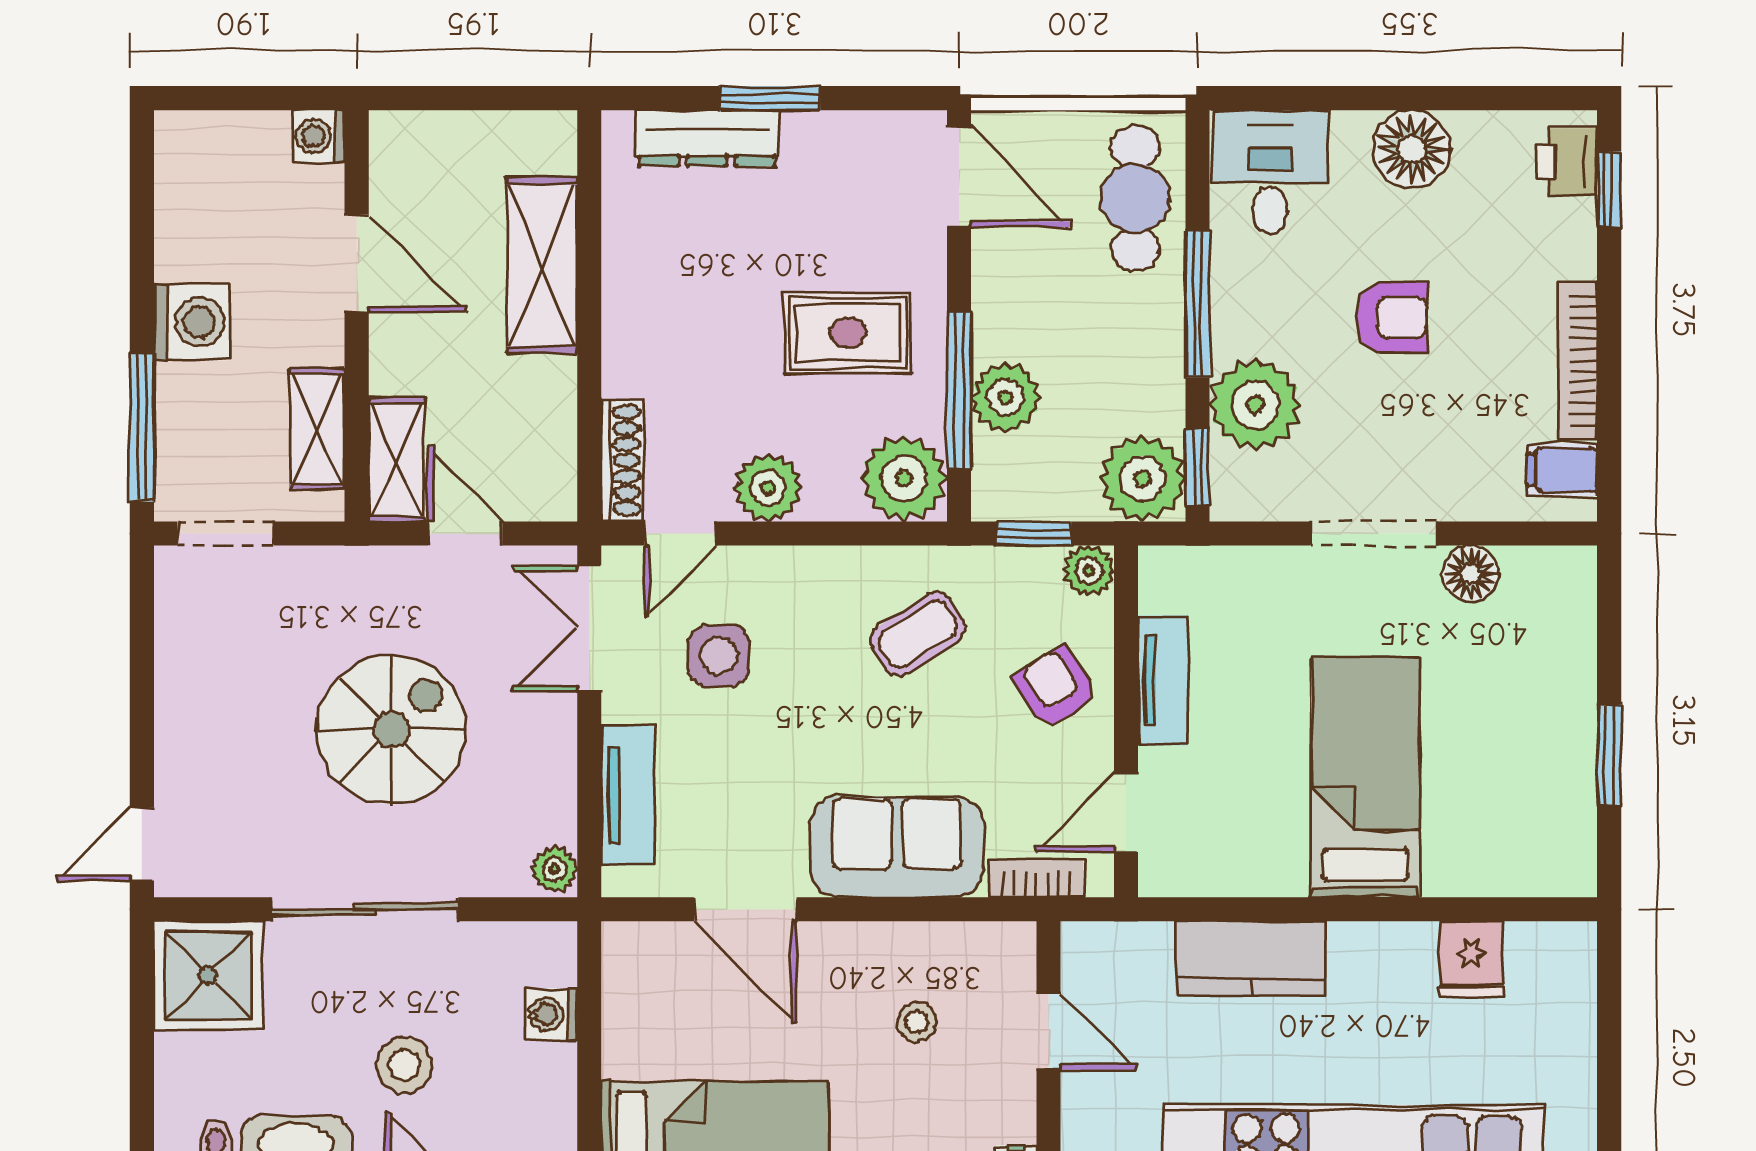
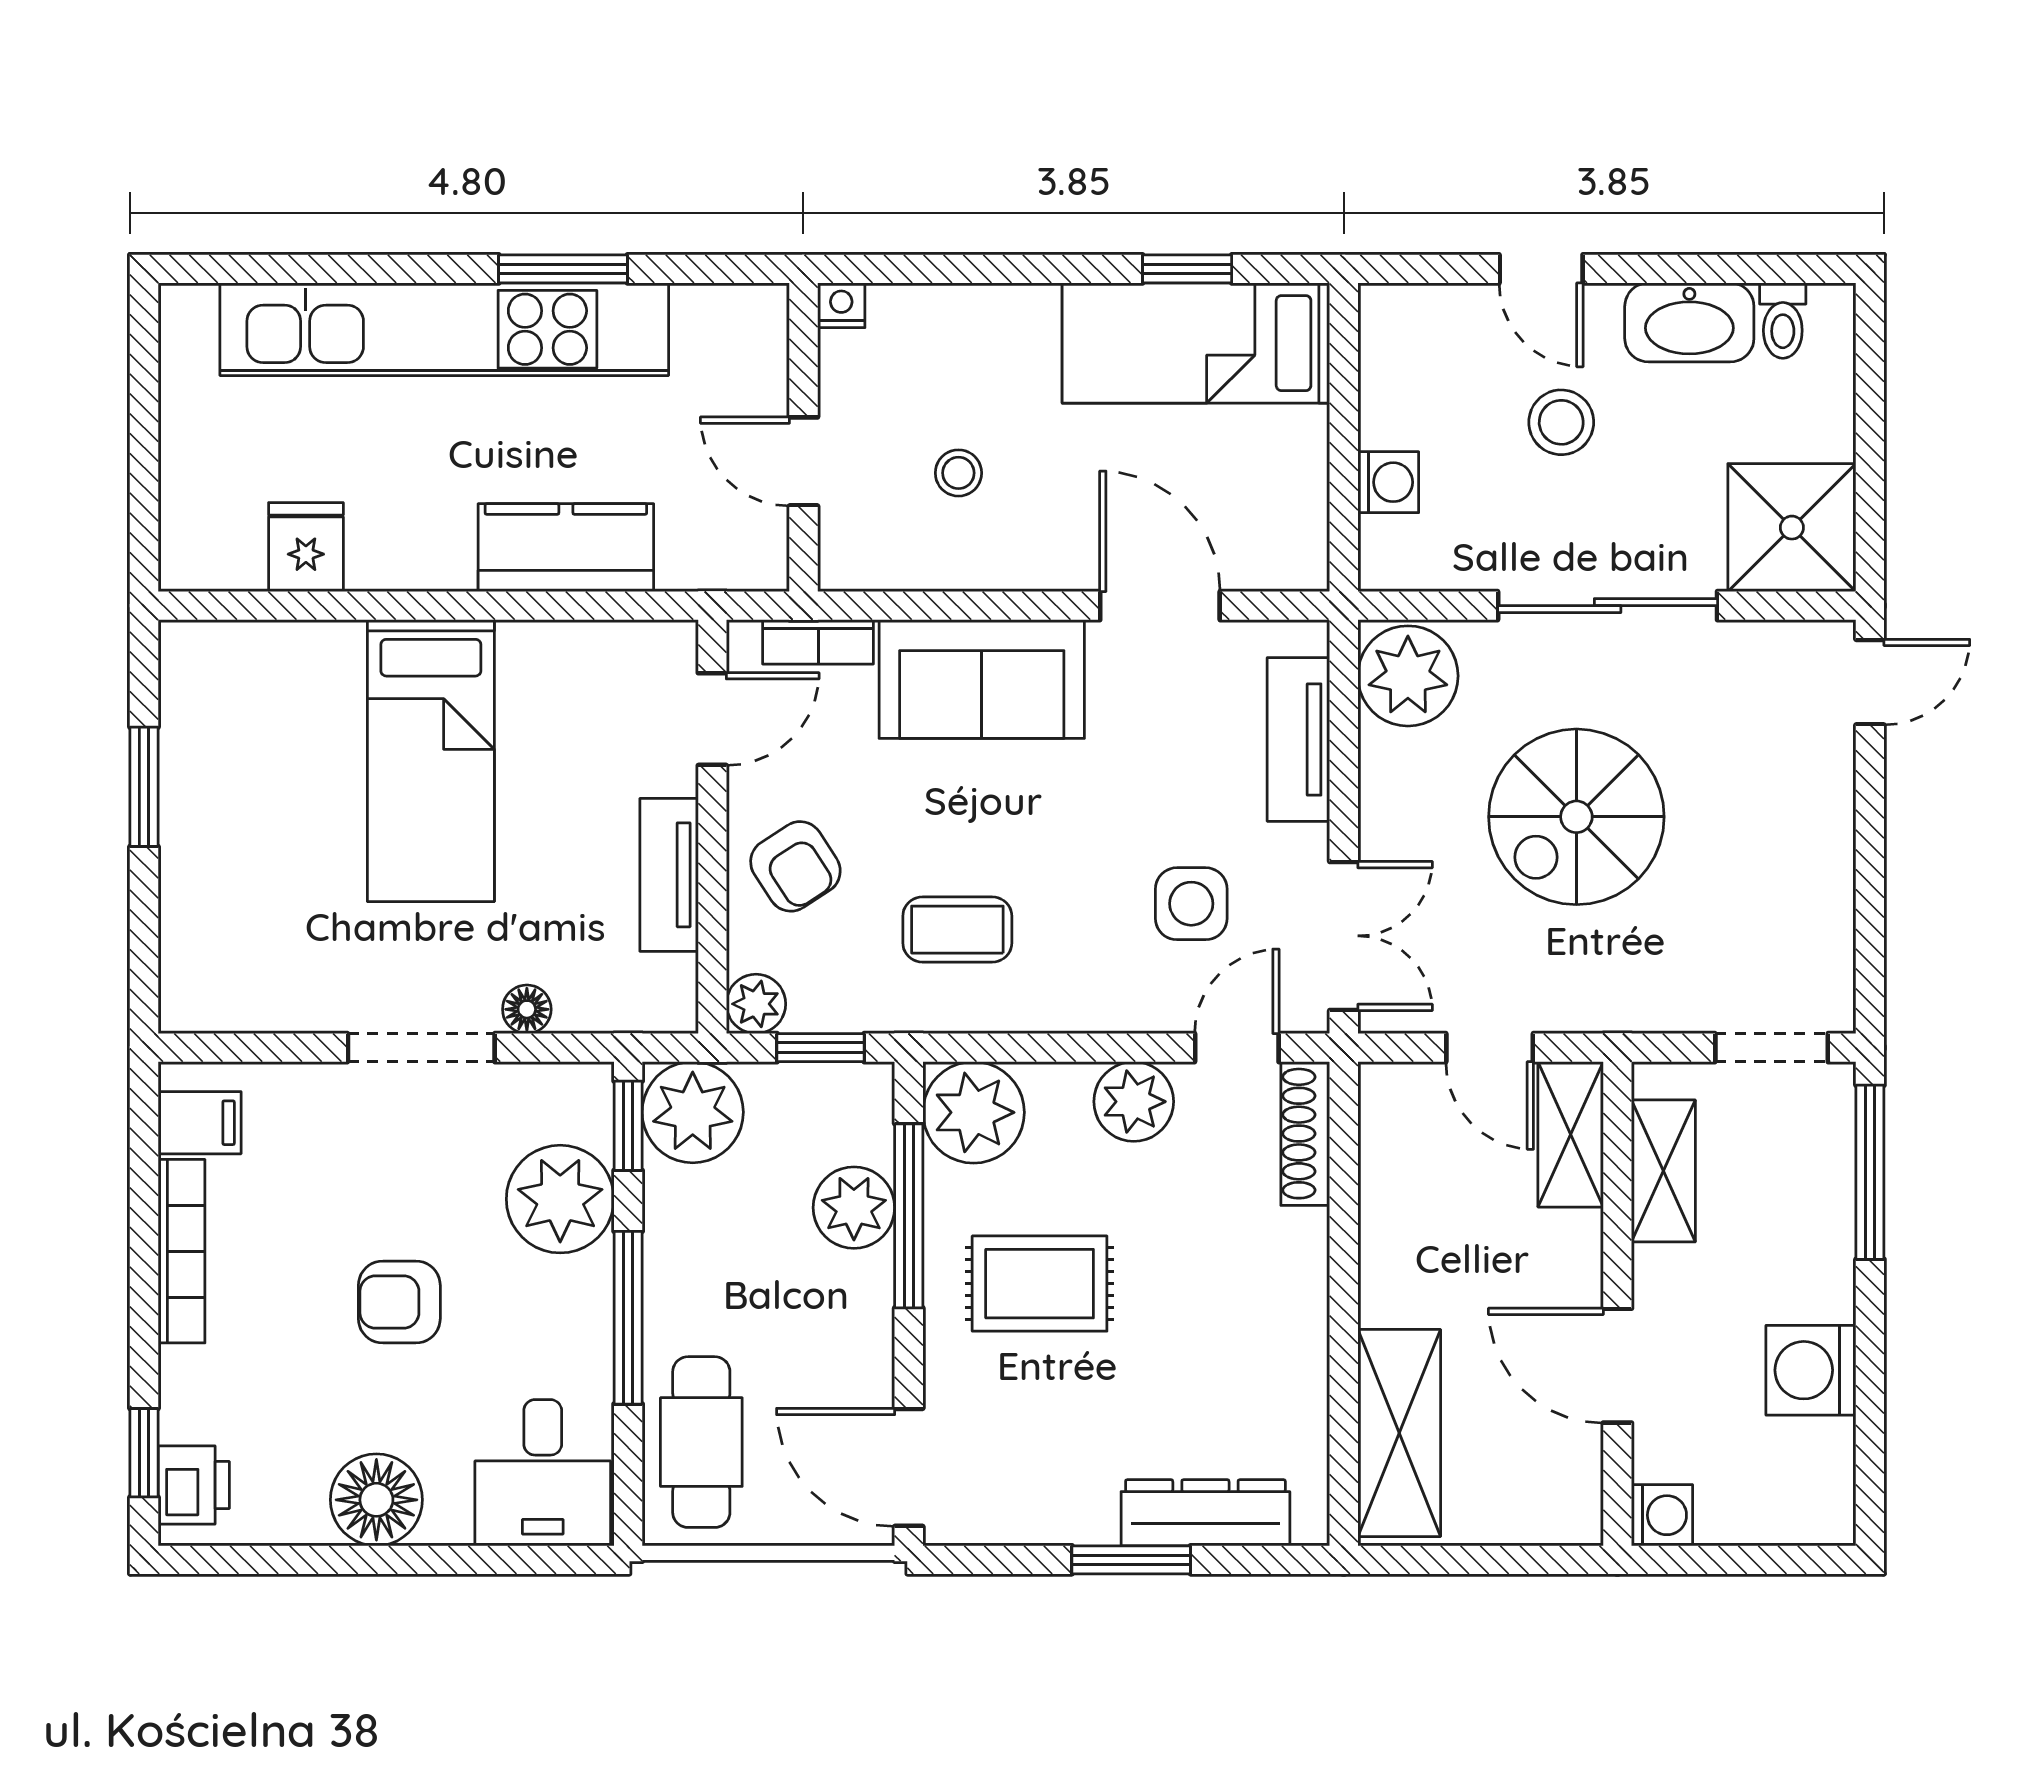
shelving: (542, 266) -> (1399, 1433), moved
washing machine: (192, 322) -> (1811, 1370), moved
floor lamp: (1471, 574) -> (527, 1009), moved, width x0.73, depth x0.73
coffee table: (918, 634) -> (957, 930), turned 33
plant: (555, 869) -> (1408, 676), width x1.88, depth x1.88

